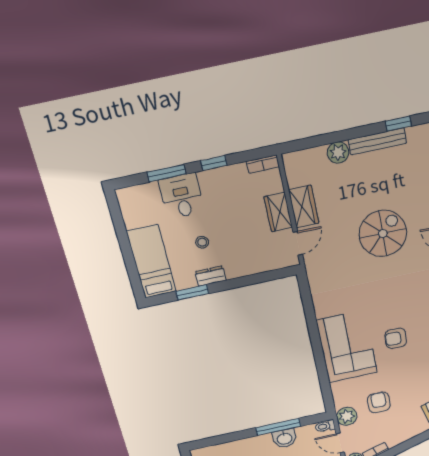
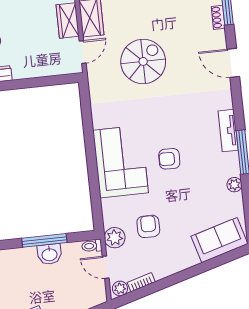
spiral stairs: (383, 233) -> (143, 61), moved

